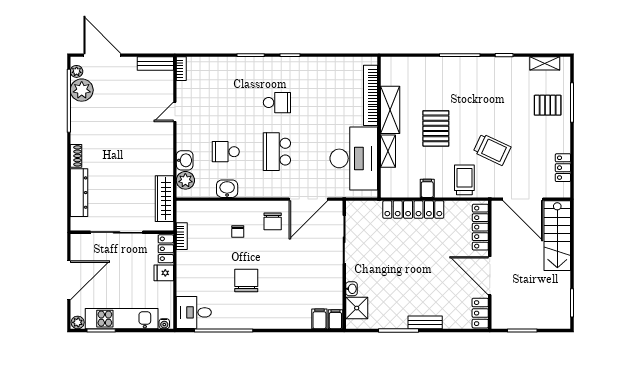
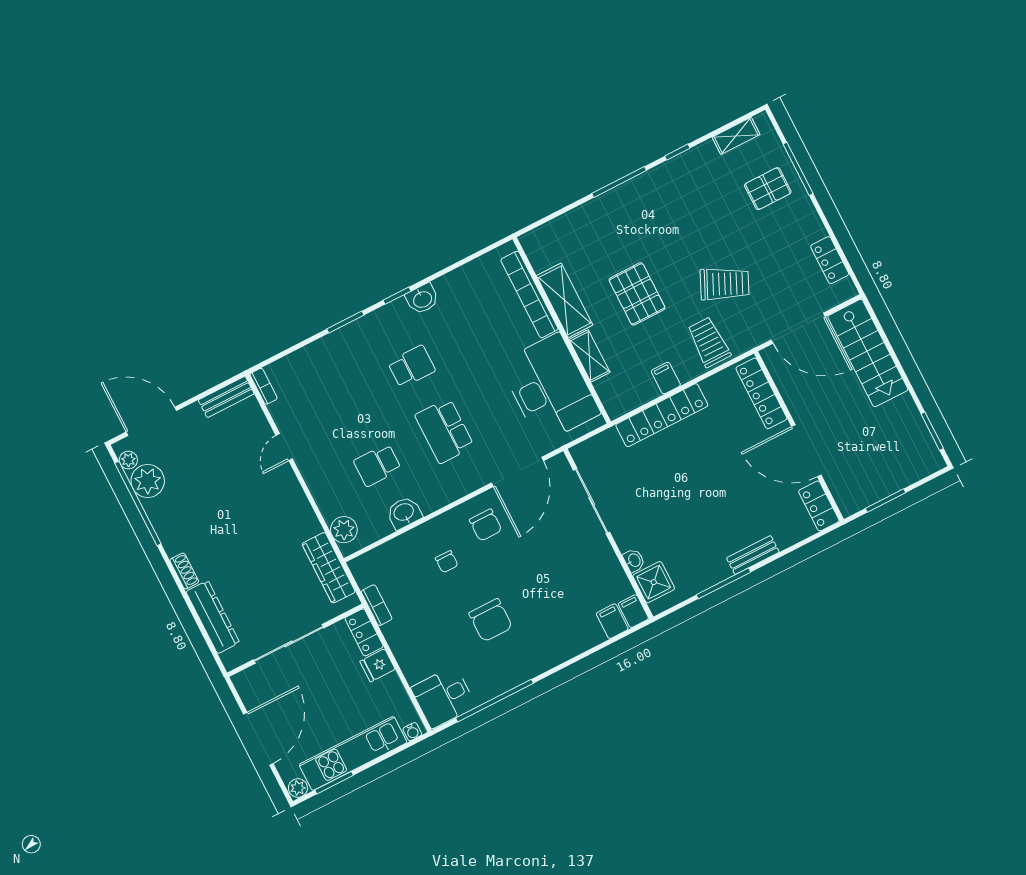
washbasin: (185, 160) -> (422, 299), moved, turned 90
chair: (246, 281) -> (491, 620), turned 180

